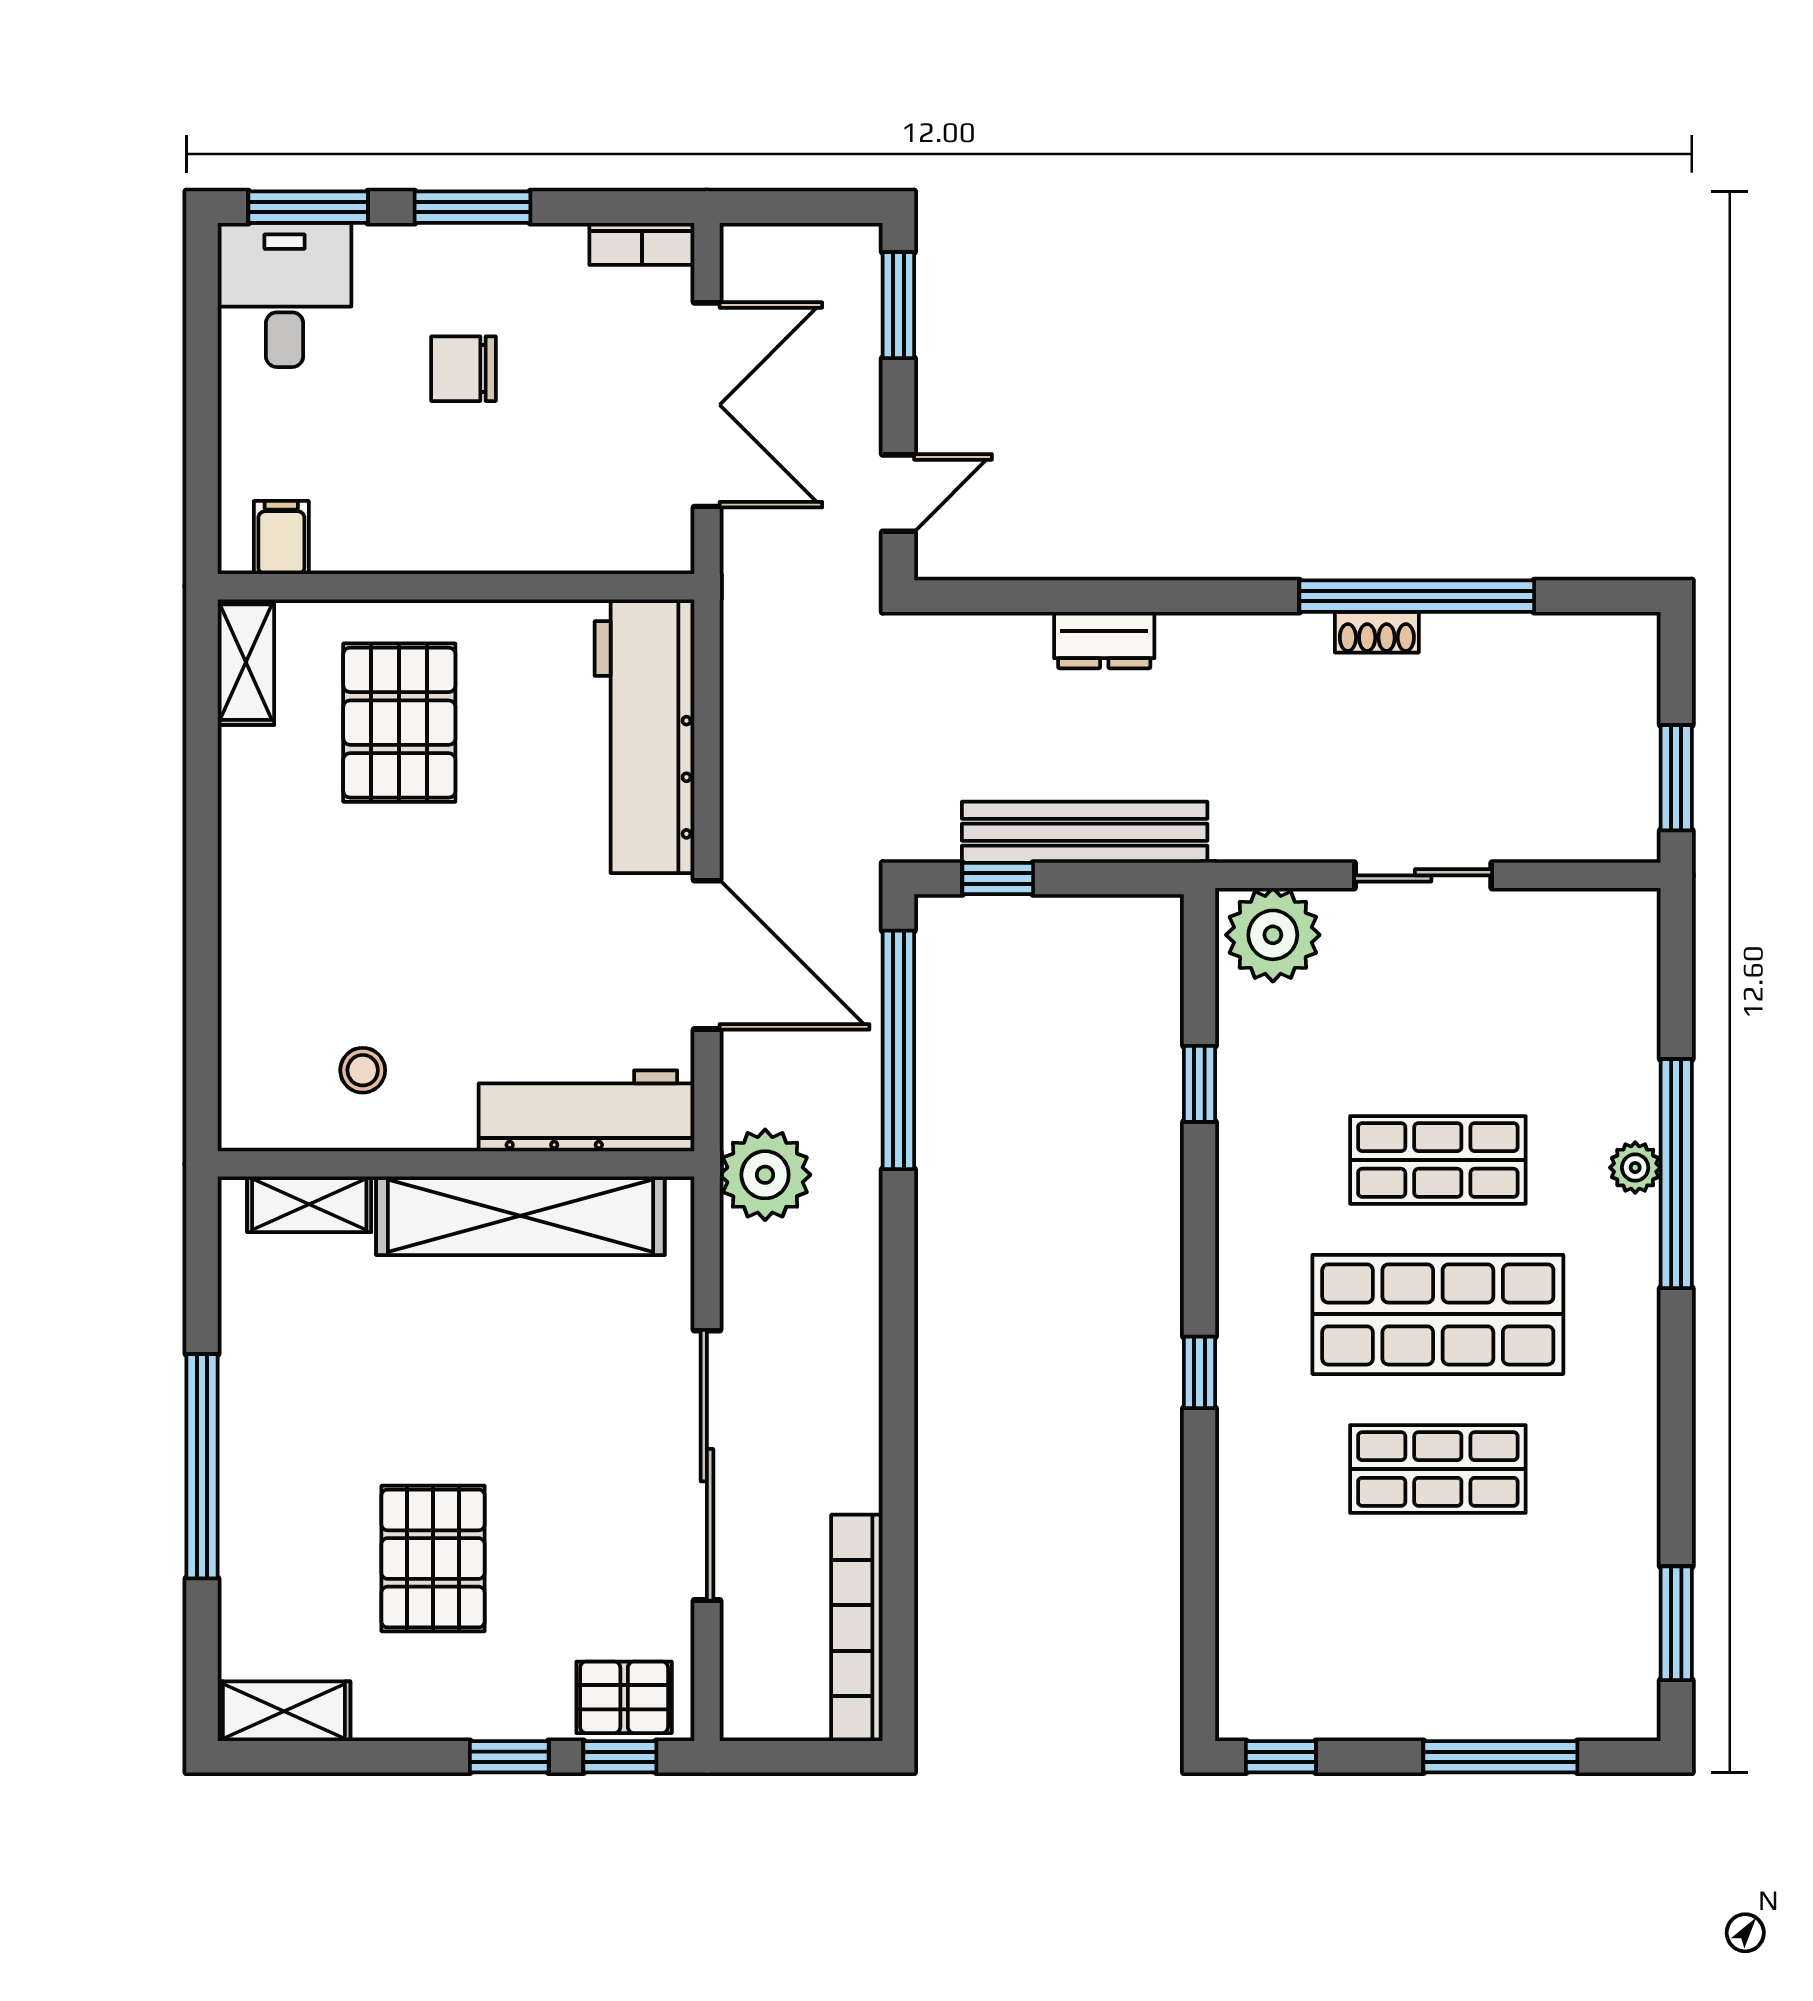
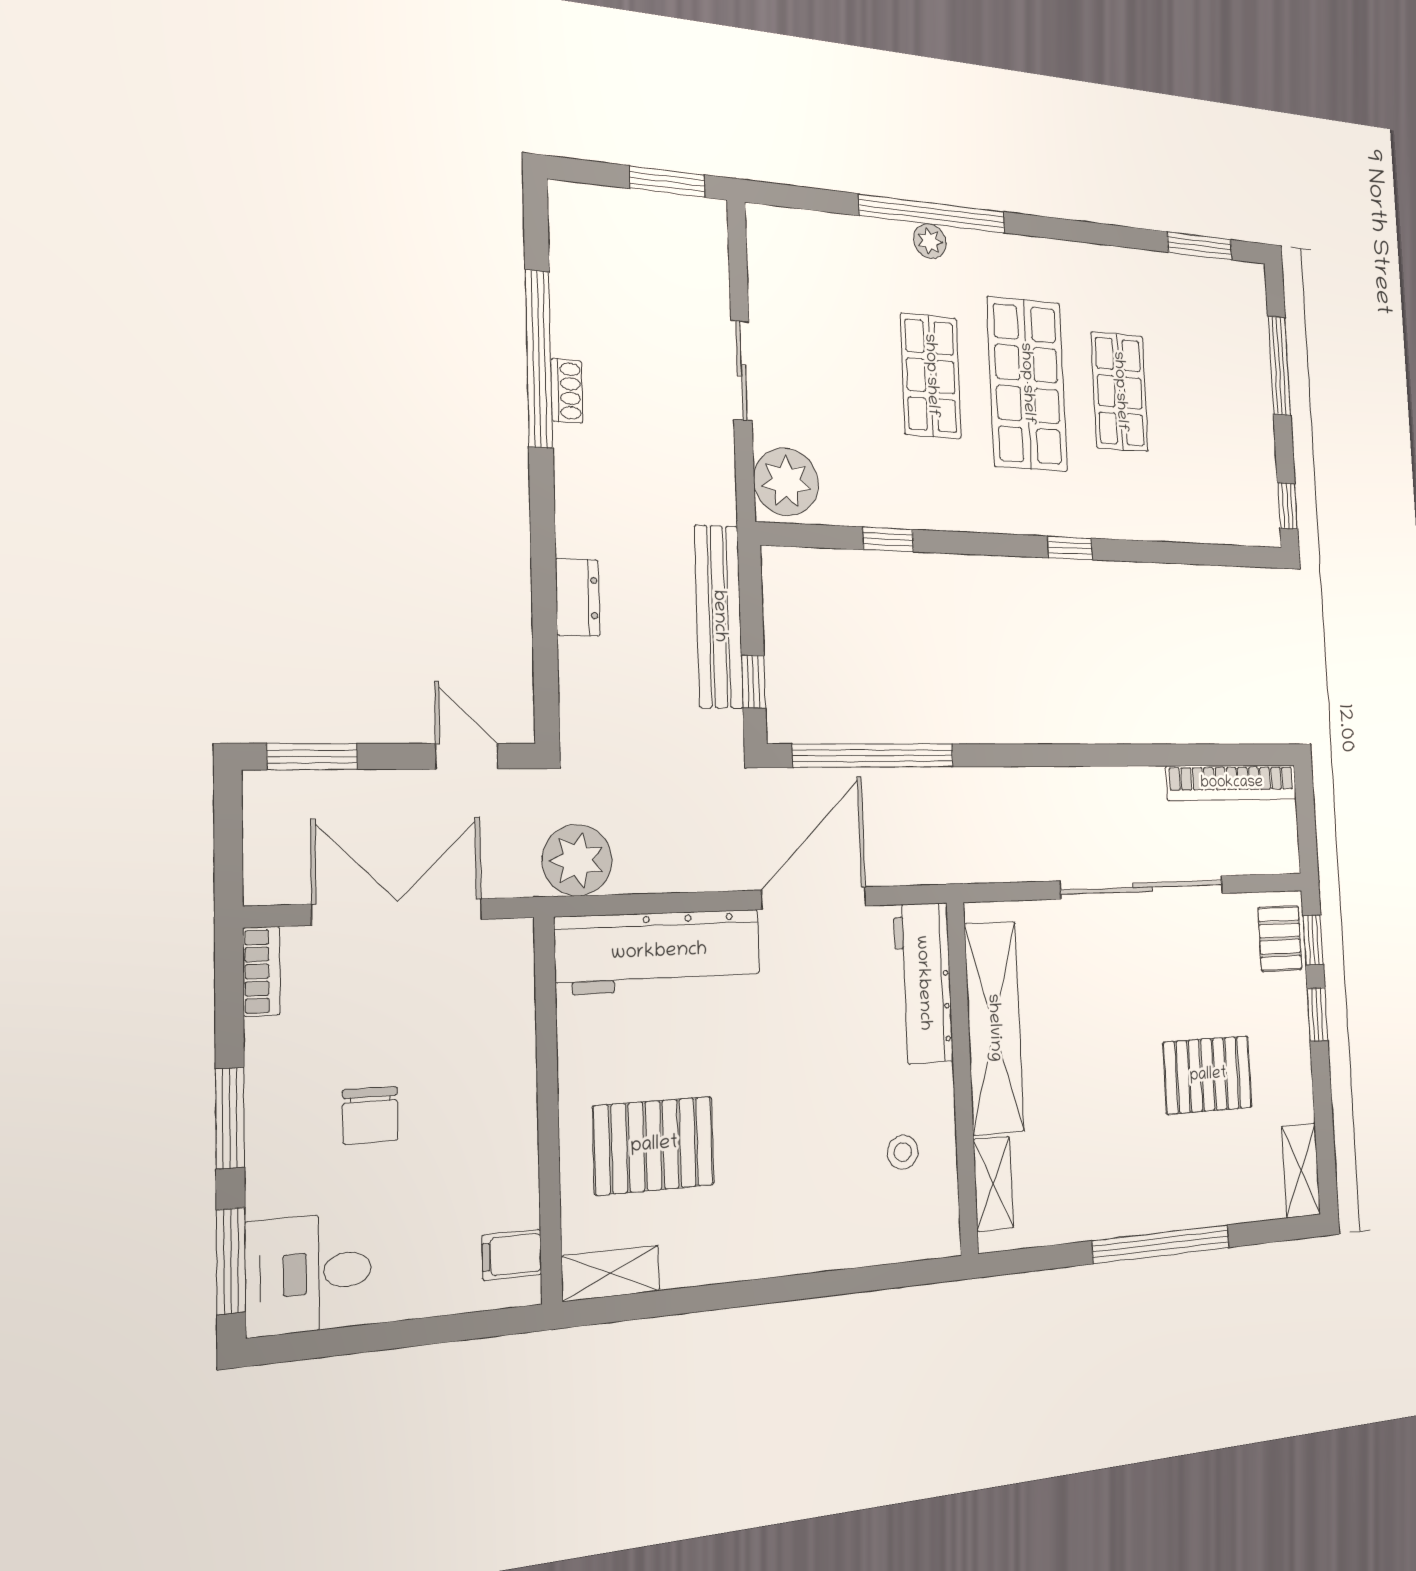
plant: (765, 1175) -> (577, 860), moved

